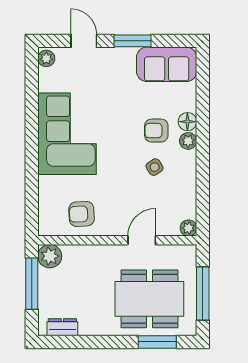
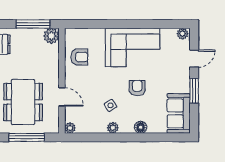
armchair: (156, 131) -> (137, 88), moved
plant: (188, 141) -> (113, 128), moved
armchair: (82, 214) -> (79, 57), turned 93

